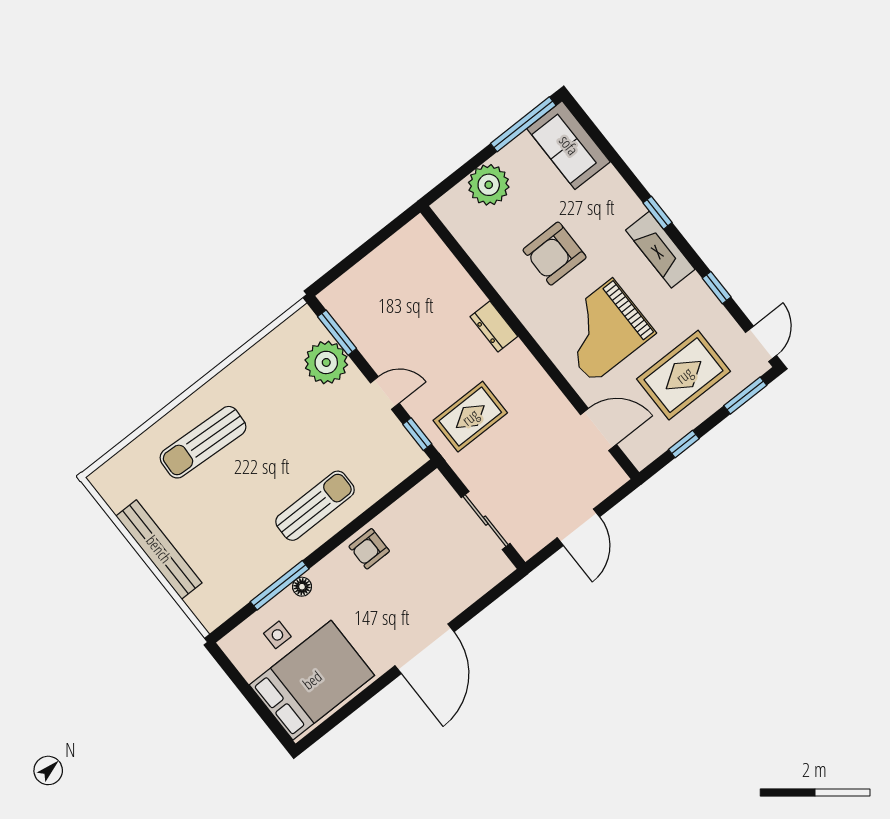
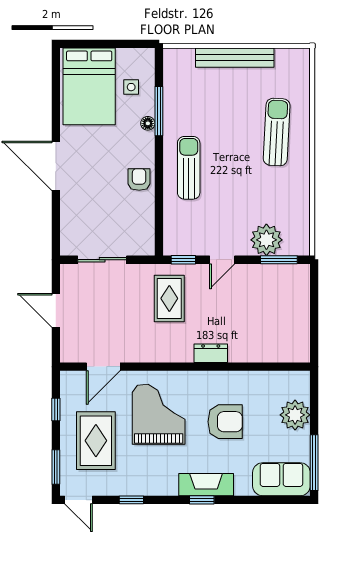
fireplace: (660, 250) -> (206, 485), moved
armchair: (555, 254) -> (225, 422), turned 90
sun lounger: (315, 506) -> (189, 168), turned 180

